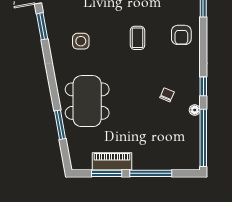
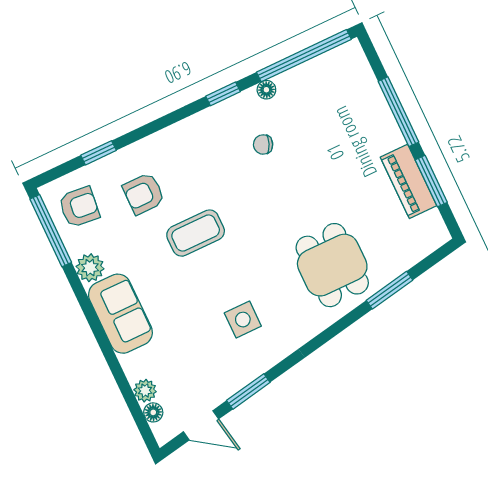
armchair: (181, 35) -> (144, 194), moved, turned 180
coffee table: (138, 38) -> (196, 233), width x1.36, depth x1.30
dining table: (87, 101) -> (332, 265), width x0.73

